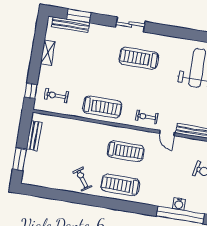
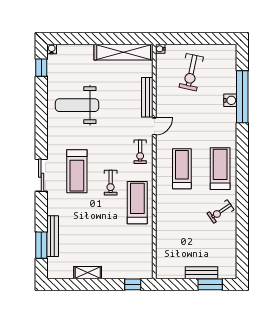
sliding door: (130, 24) -> (41, 175), moved
bench: (70, 25) -> (53, 236), moved
exercise bike: (56, 96) -> (111, 183), moved
bench: (34, 136) -> (202, 273), moved
treadmill: (120, 185) -> (220, 169), turned 180

